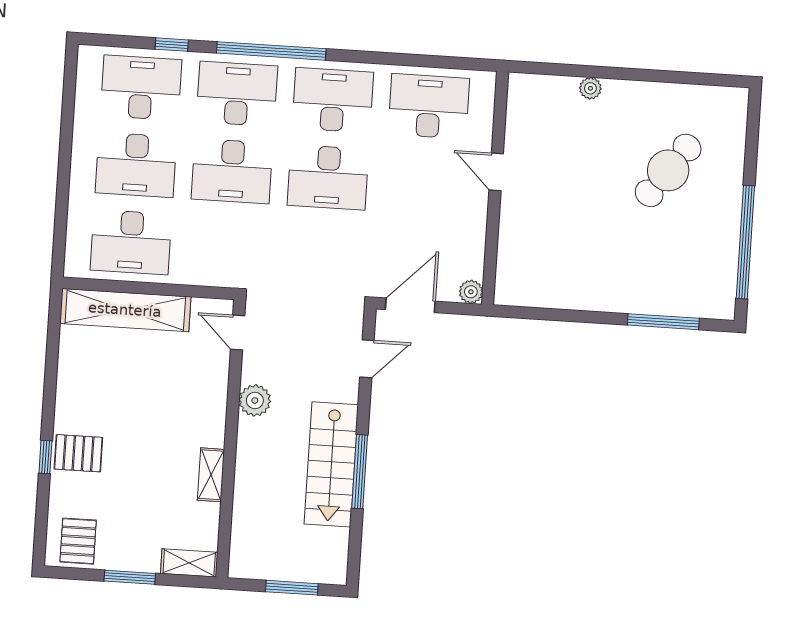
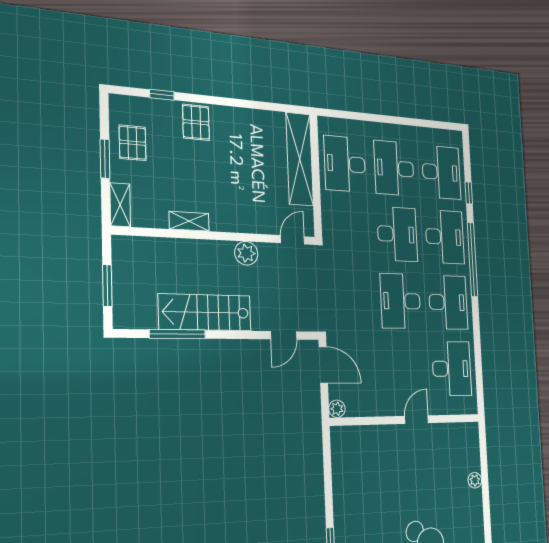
desk: (232, 171) -> (397, 234), turned 180
door: (367, 359) -> (284, 335), hinge flipped
window: (45, 457) -> (162, 95), moved
window: (360, 472) -> (177, 334), moved
pallet: (78, 541) -> (133, 143), moved, turned 90

